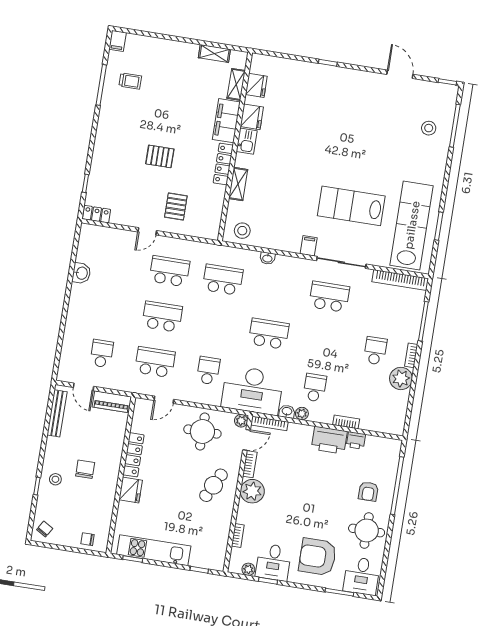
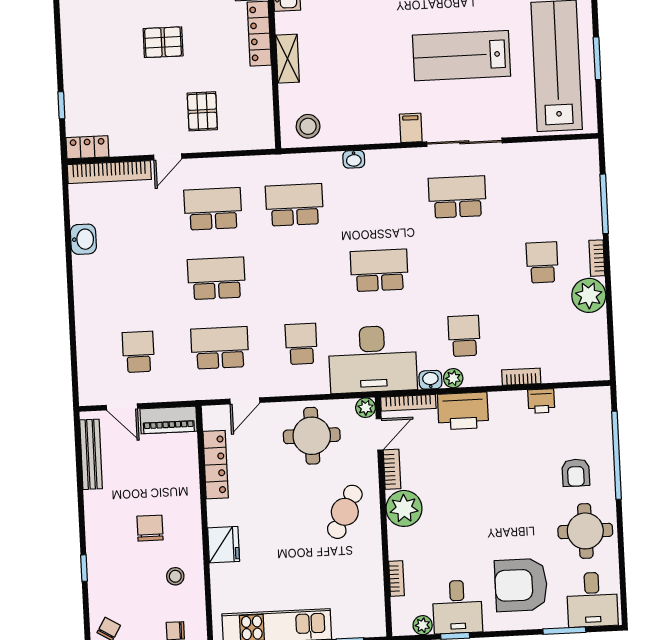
bookcase: (400, 280) -> (109, 172), moved
printer: (329, 440) -> (463, 411), moved
locker: (133, 455) -> (216, 465), moved
stool: (55, 479) -> (175, 576), moved

